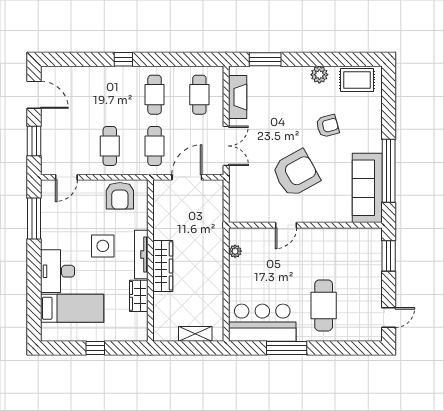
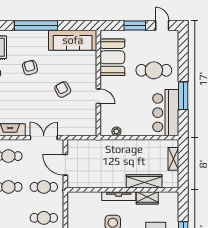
window: (389, 171) -> (36, 25), moved
armchair: (296, 173) -> (63, 89), width x0.53, depth x0.53
armchair: (120, 196) -> (78, 211), removed
booth: (342, 245) -> (112, 57), added
window: (389, 256) -> (135, 25), moved
wardrobe: (163, 266) -> (144, 181), moved

